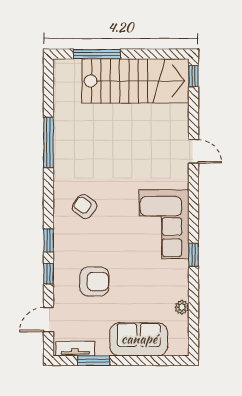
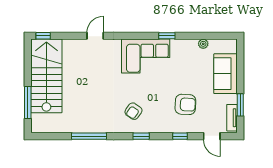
window: (48, 240) -> (141, 136), moved
armchair: (94, 282) -> (185, 104), turned 93

